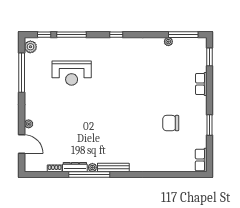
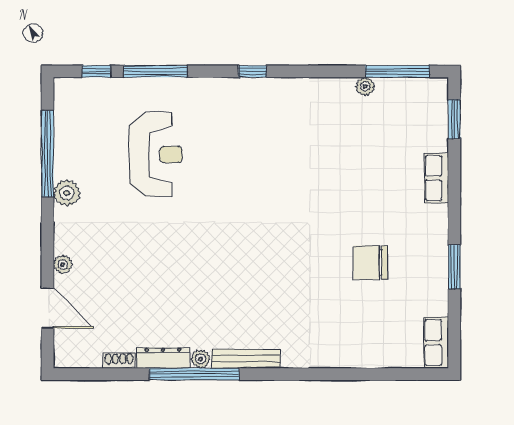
plant: (30, 47) -> (67, 193), moved
reception desk: (72, 73) -> (156, 154), turned -90

